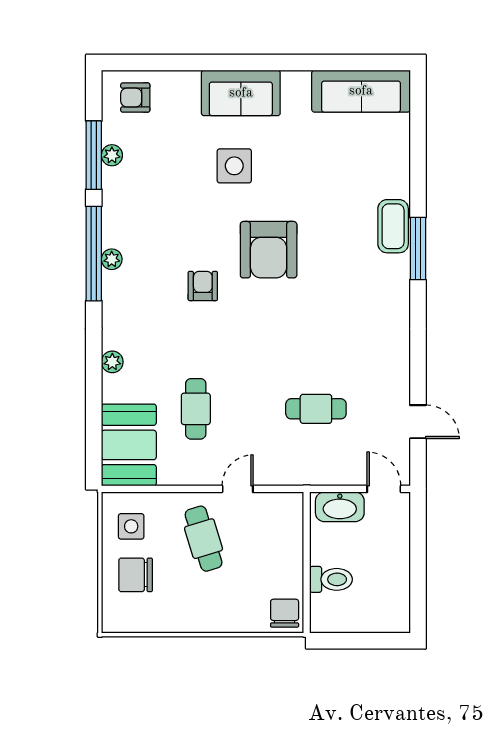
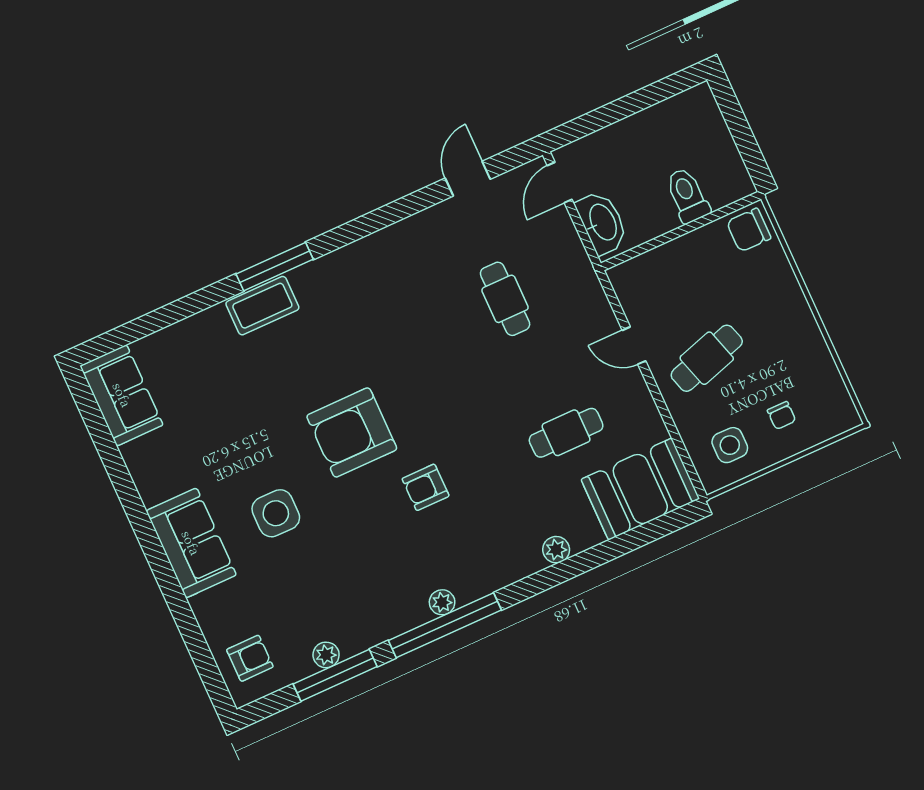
sofa: (361, 91) -> (122, 395), width x0.73
armchair: (135, 97) -> (250, 658), turned -90
armchair: (269, 250) -> (352, 432), turned 180
chair: (136, 575) -> (782, 416), width x0.54, depth x0.54

